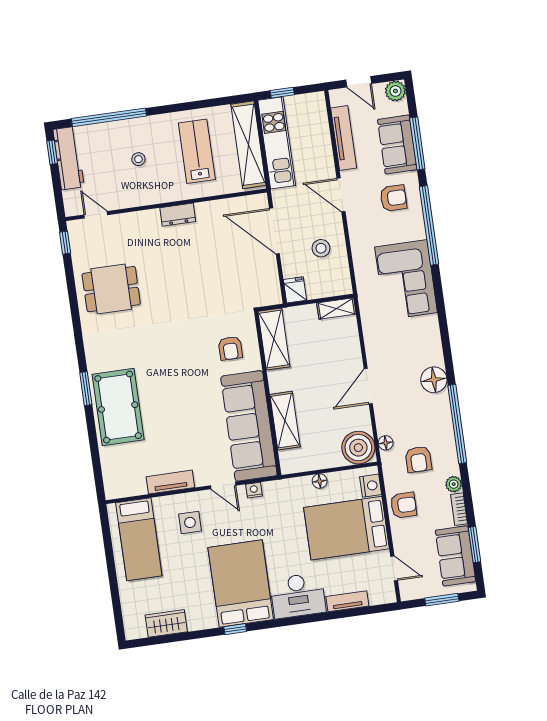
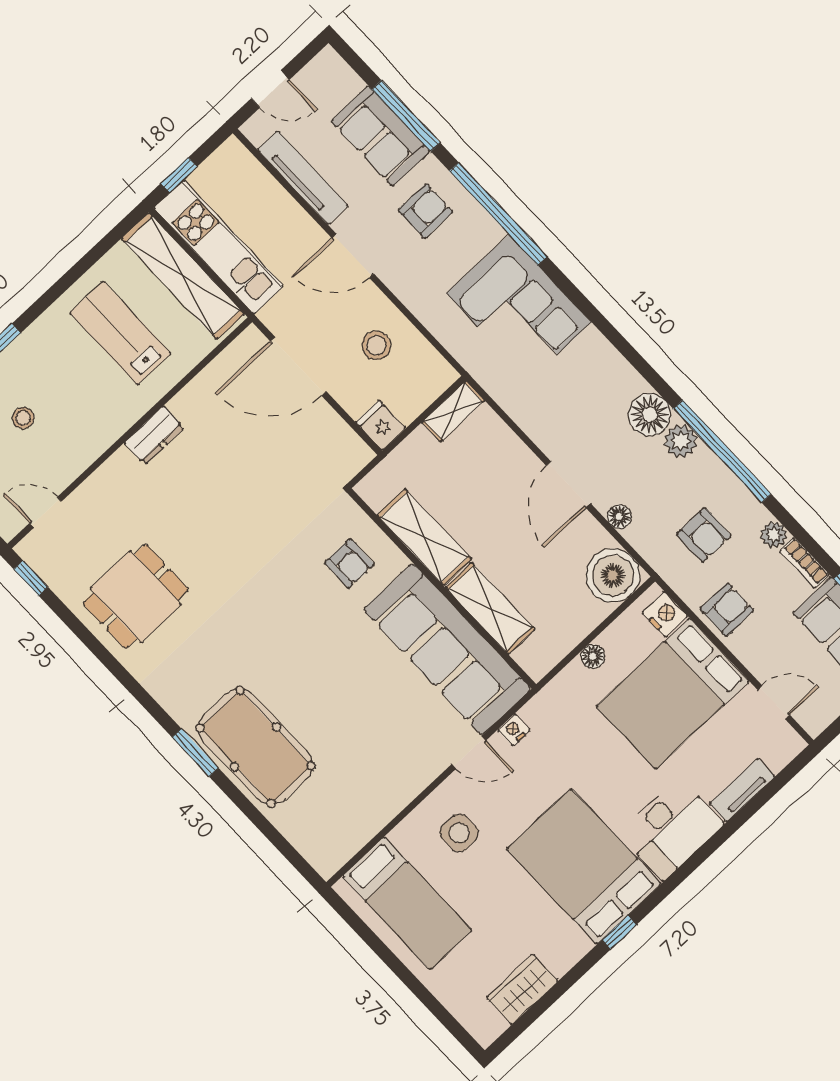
plant: (395, 91) -> (681, 441), moved
stool: (138, 159) -> (23, 418), moved
shelving: (274, 339) -> (424, 537), moved
floor lamp: (386, 443) -> (619, 517), moved
tv unit: (170, 482) -> (395, 797), removed

